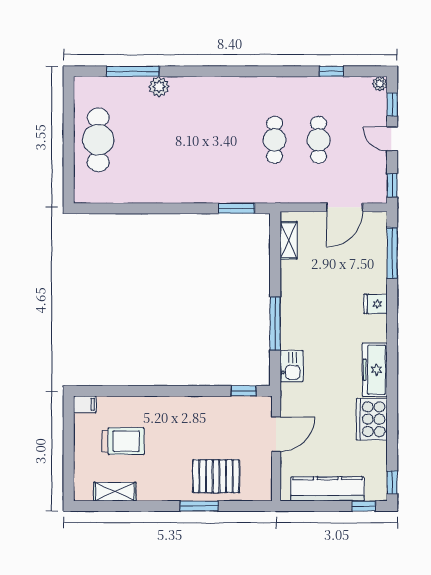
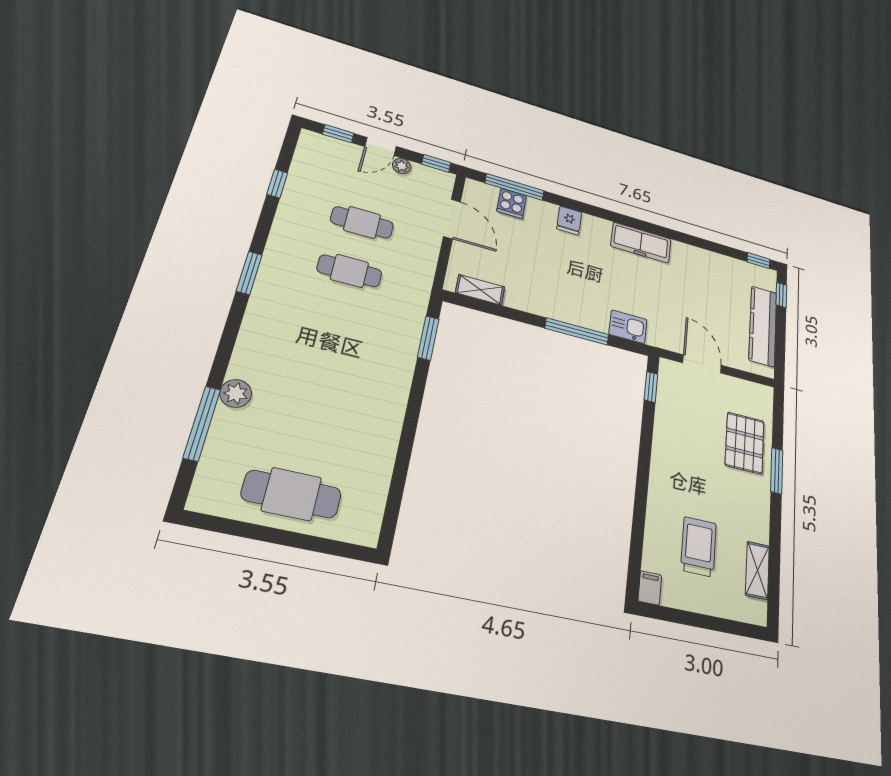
window: (251, 71) -> (249, 273), added
plant: (380, 84) -> (402, 166), moved
cooker: (372, 419) -> (512, 203), moved, width x0.53, depth x0.76

